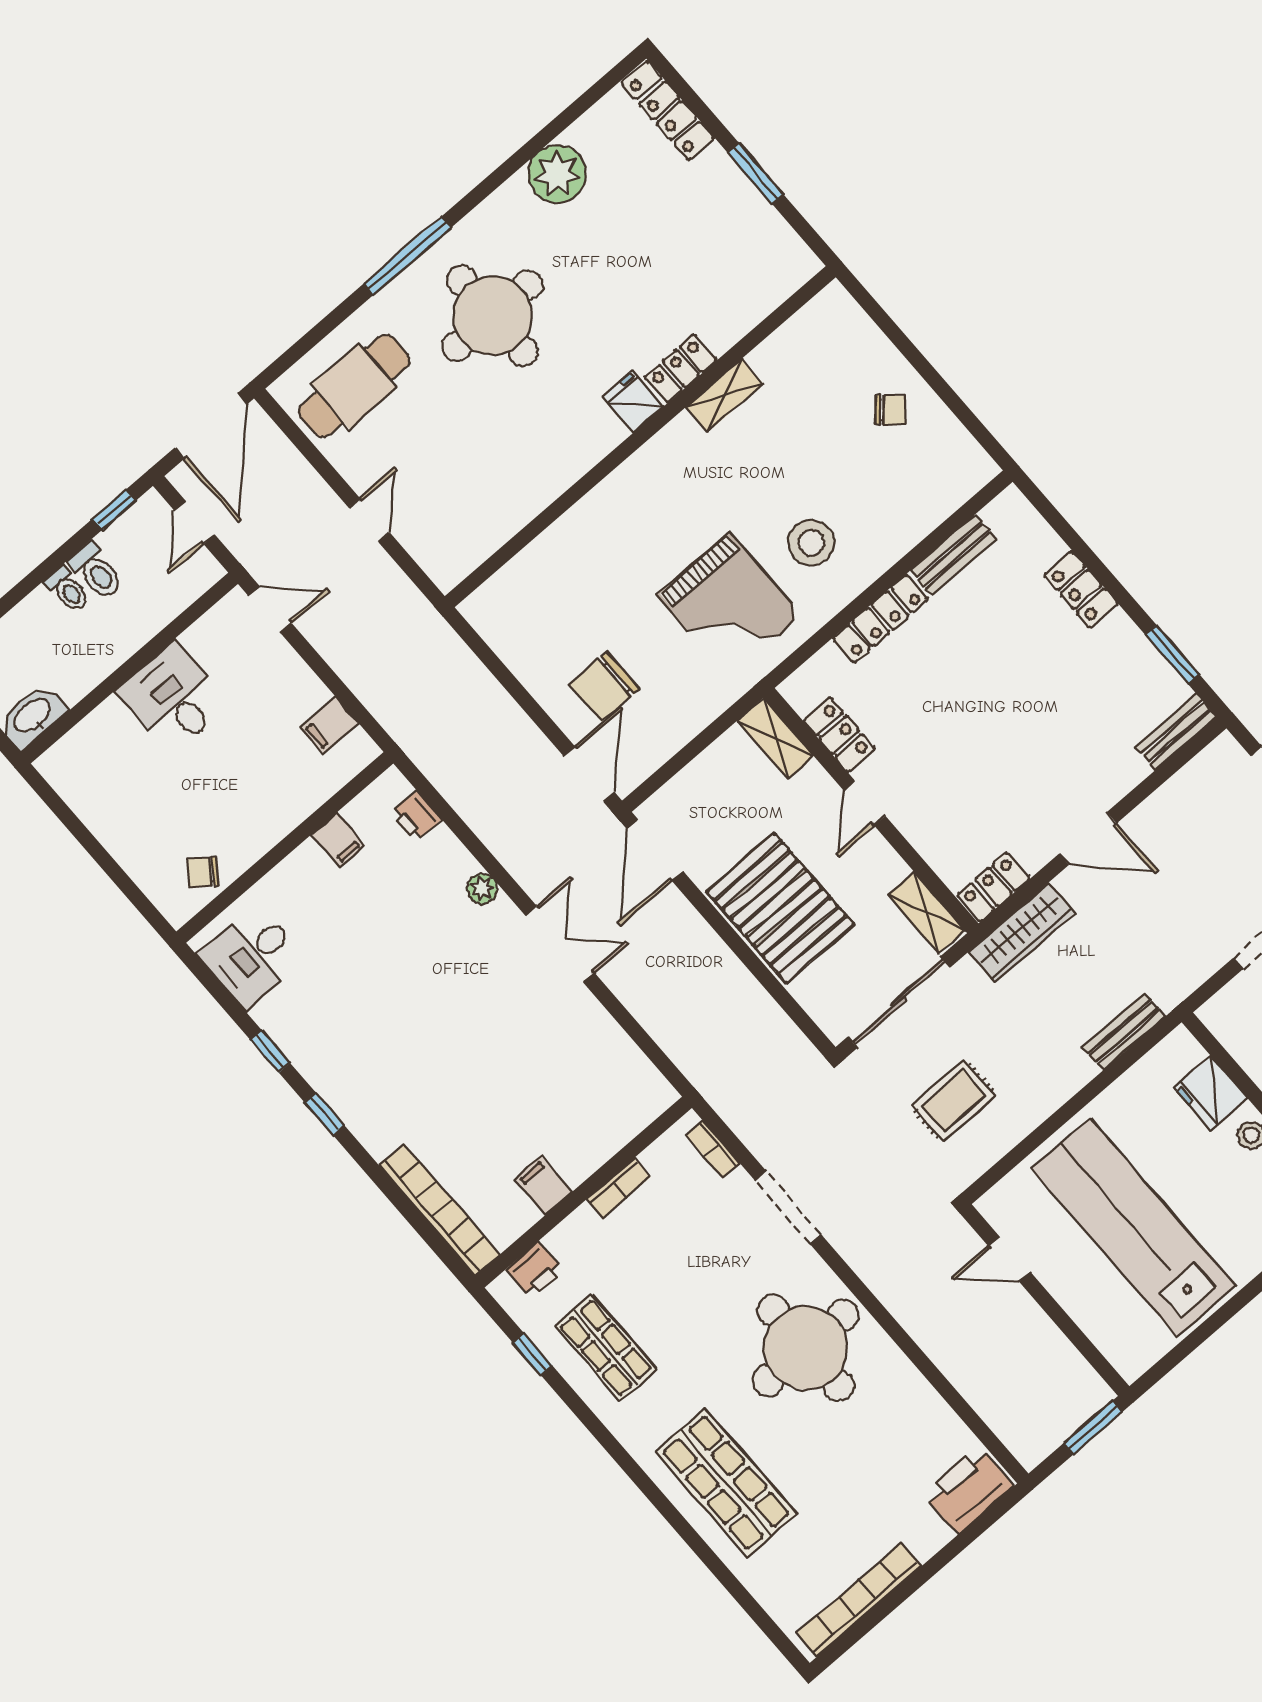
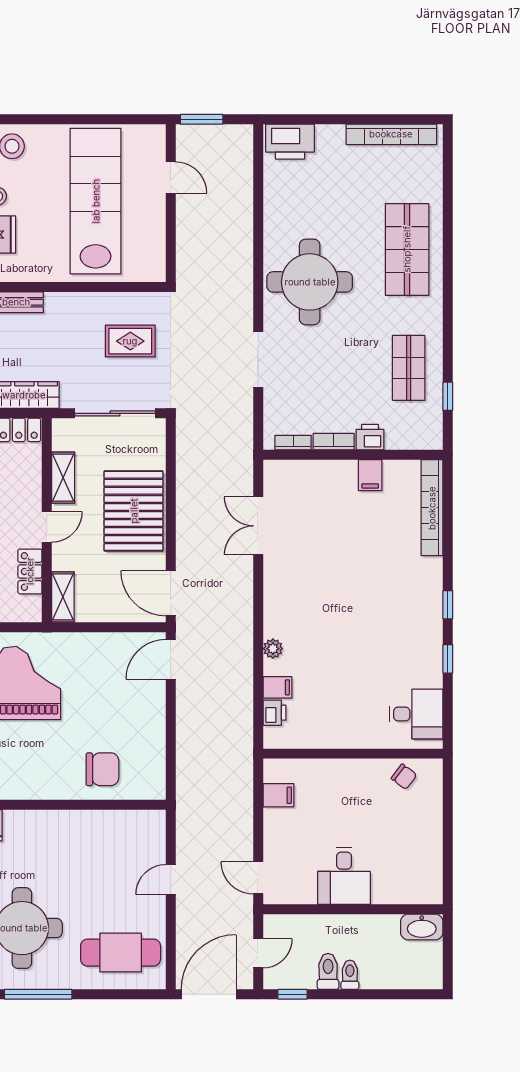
chair: (604, 687) -> (102, 769), moved
filing cabinet: (338, 840) -> (277, 687), moved, turned 90
door: (655, 850) -> (171, 593), swing flipped
shelving: (926, 913) -> (63, 478), moved
double door: (560, 944) -> (258, 526), moved
bookcase: (713, 1149) -> (293, 443), moved, turned -90
lab bench: (1133, 1227) -> (96, 201), turned 180
door: (1009, 1259) -> (171, 177), moved
printer: (535, 1270) -> (370, 437), moved

